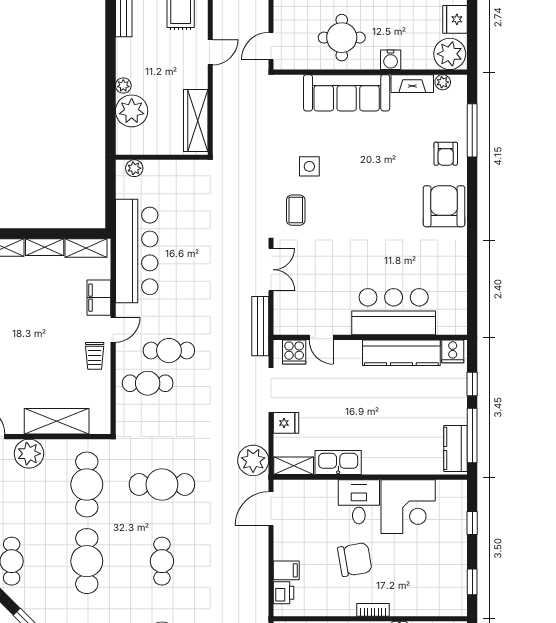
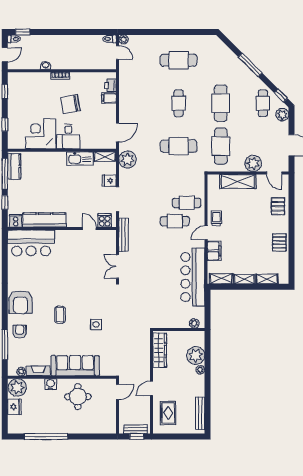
coffee table: (296, 210) -> (60, 315), moved
bar counter: (394, 312) -> (31, 243), moved

